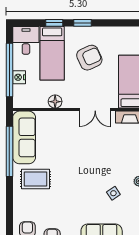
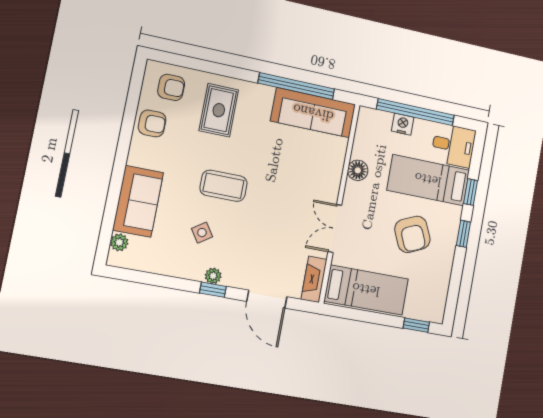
rug: (35, 179) -> (219, 110), moved
coffee table: (82, 185) -> (224, 186), added

